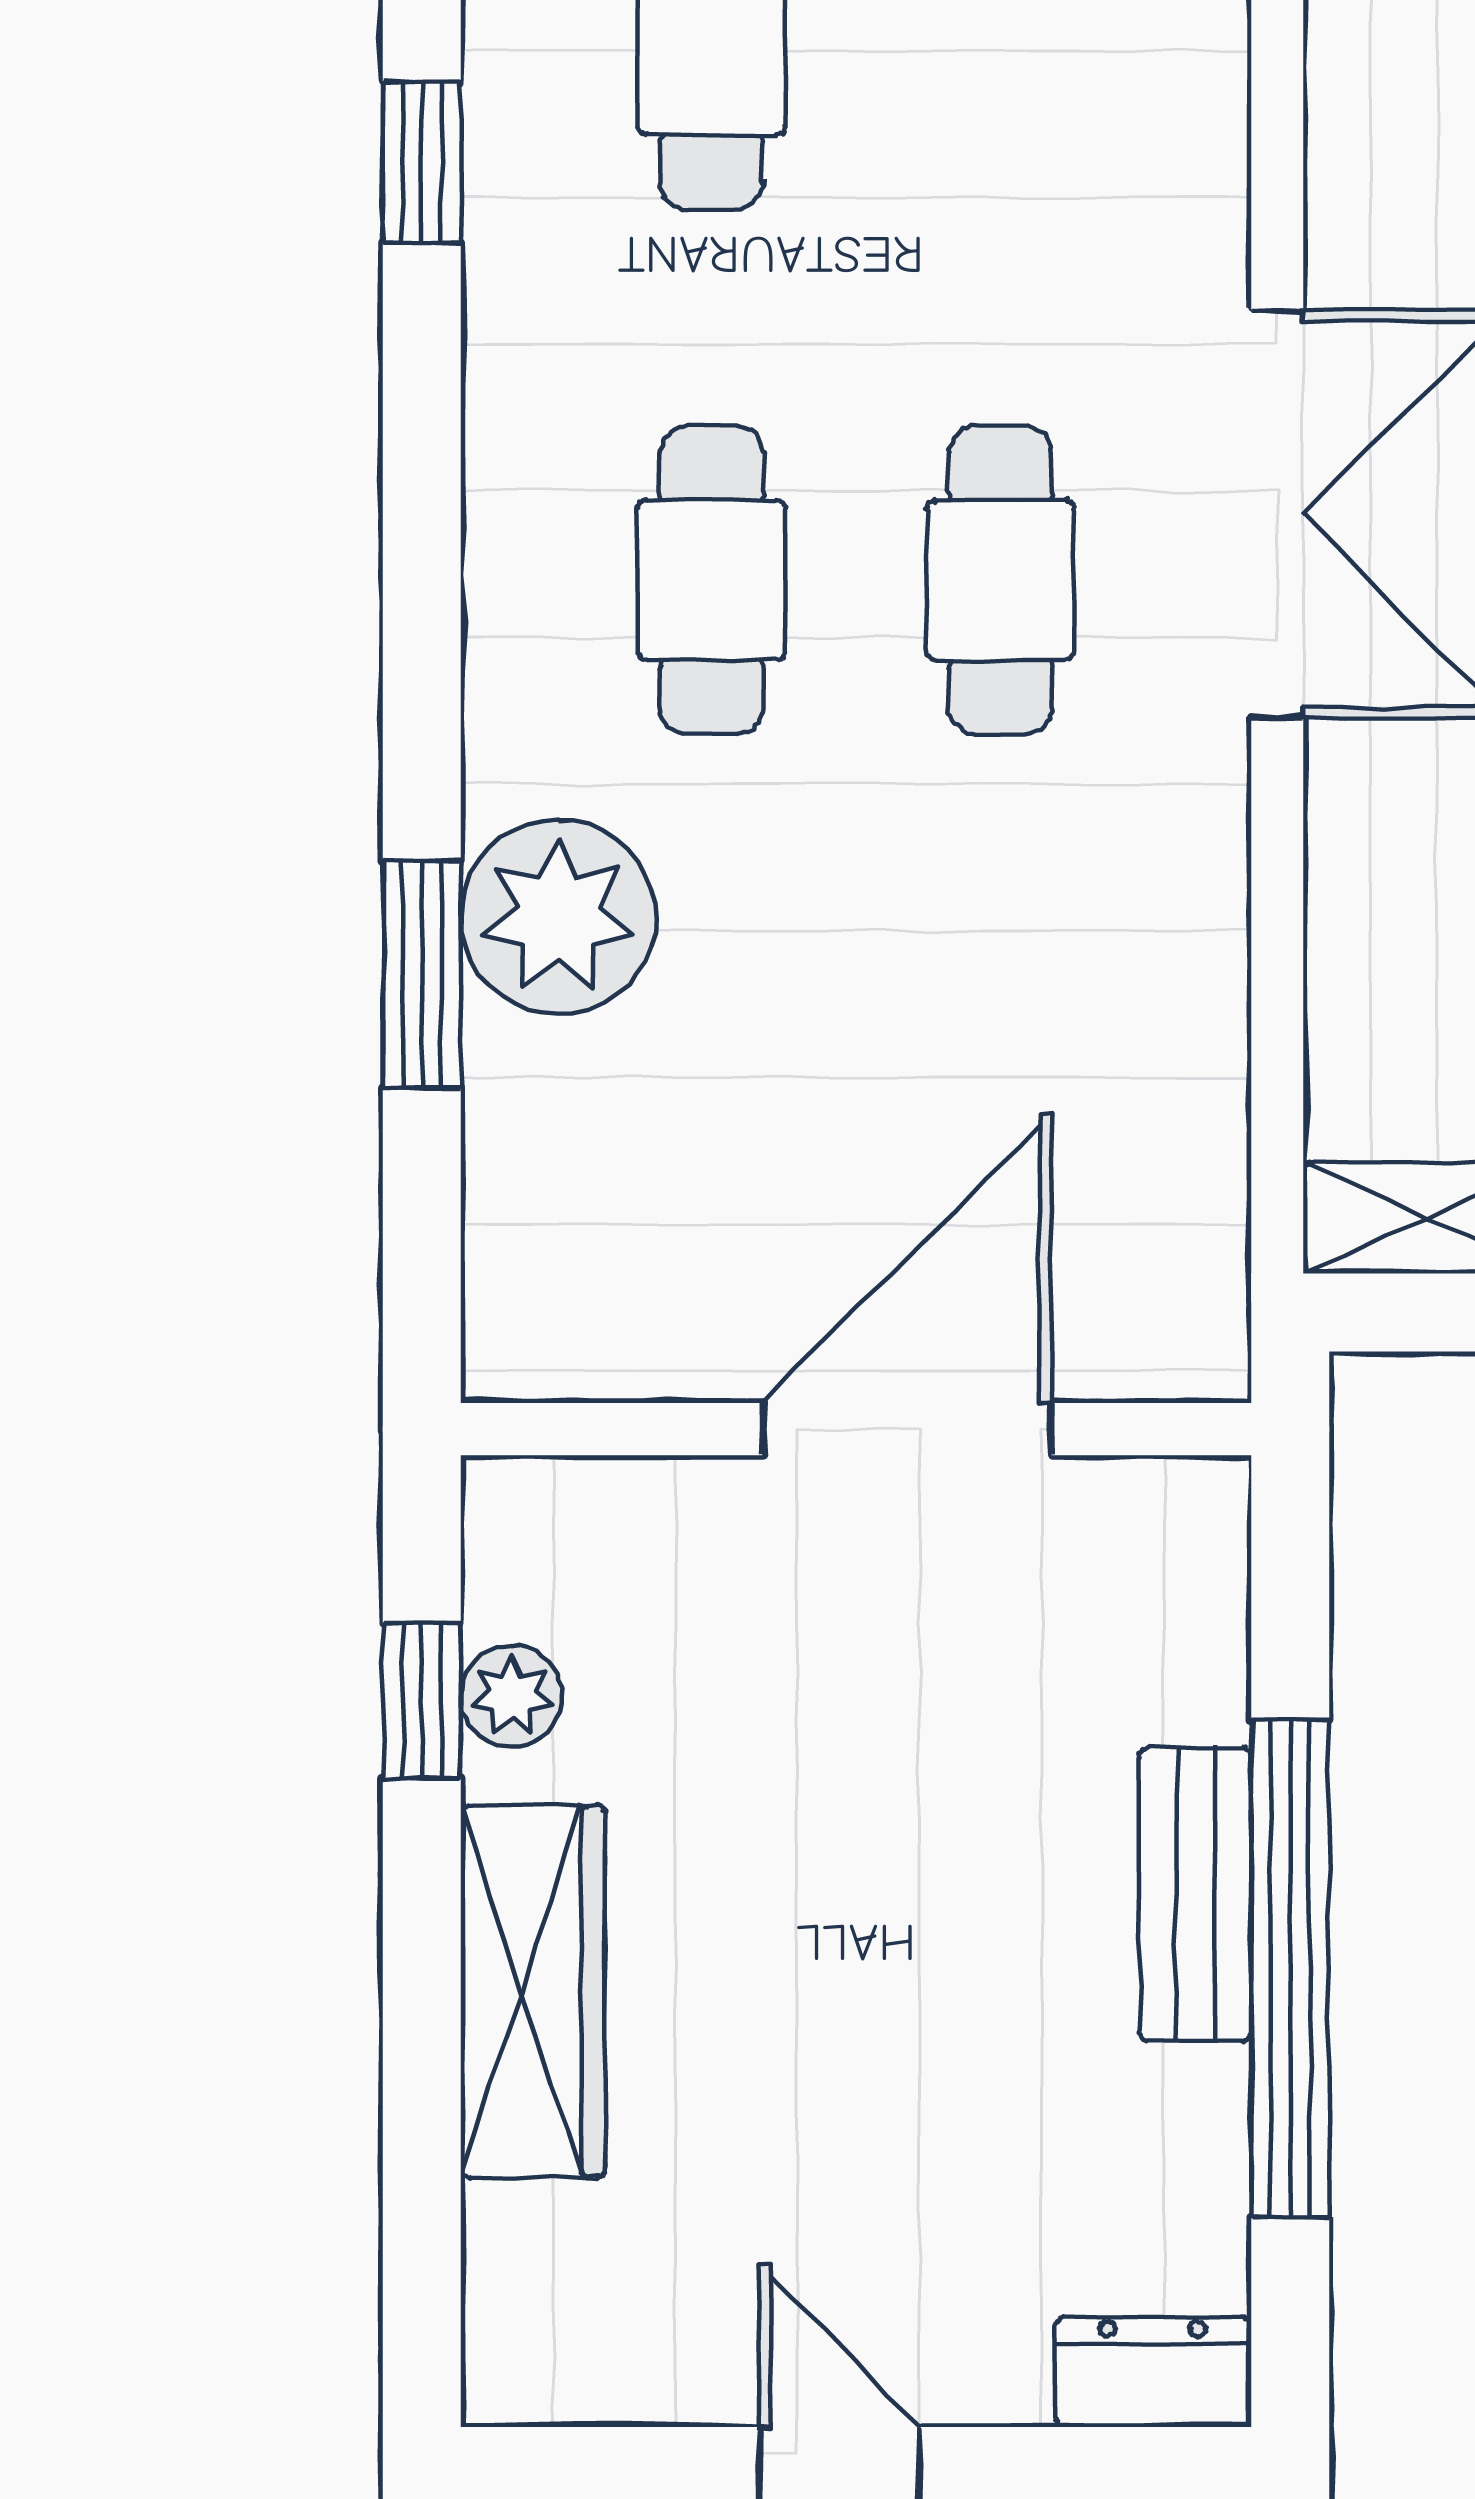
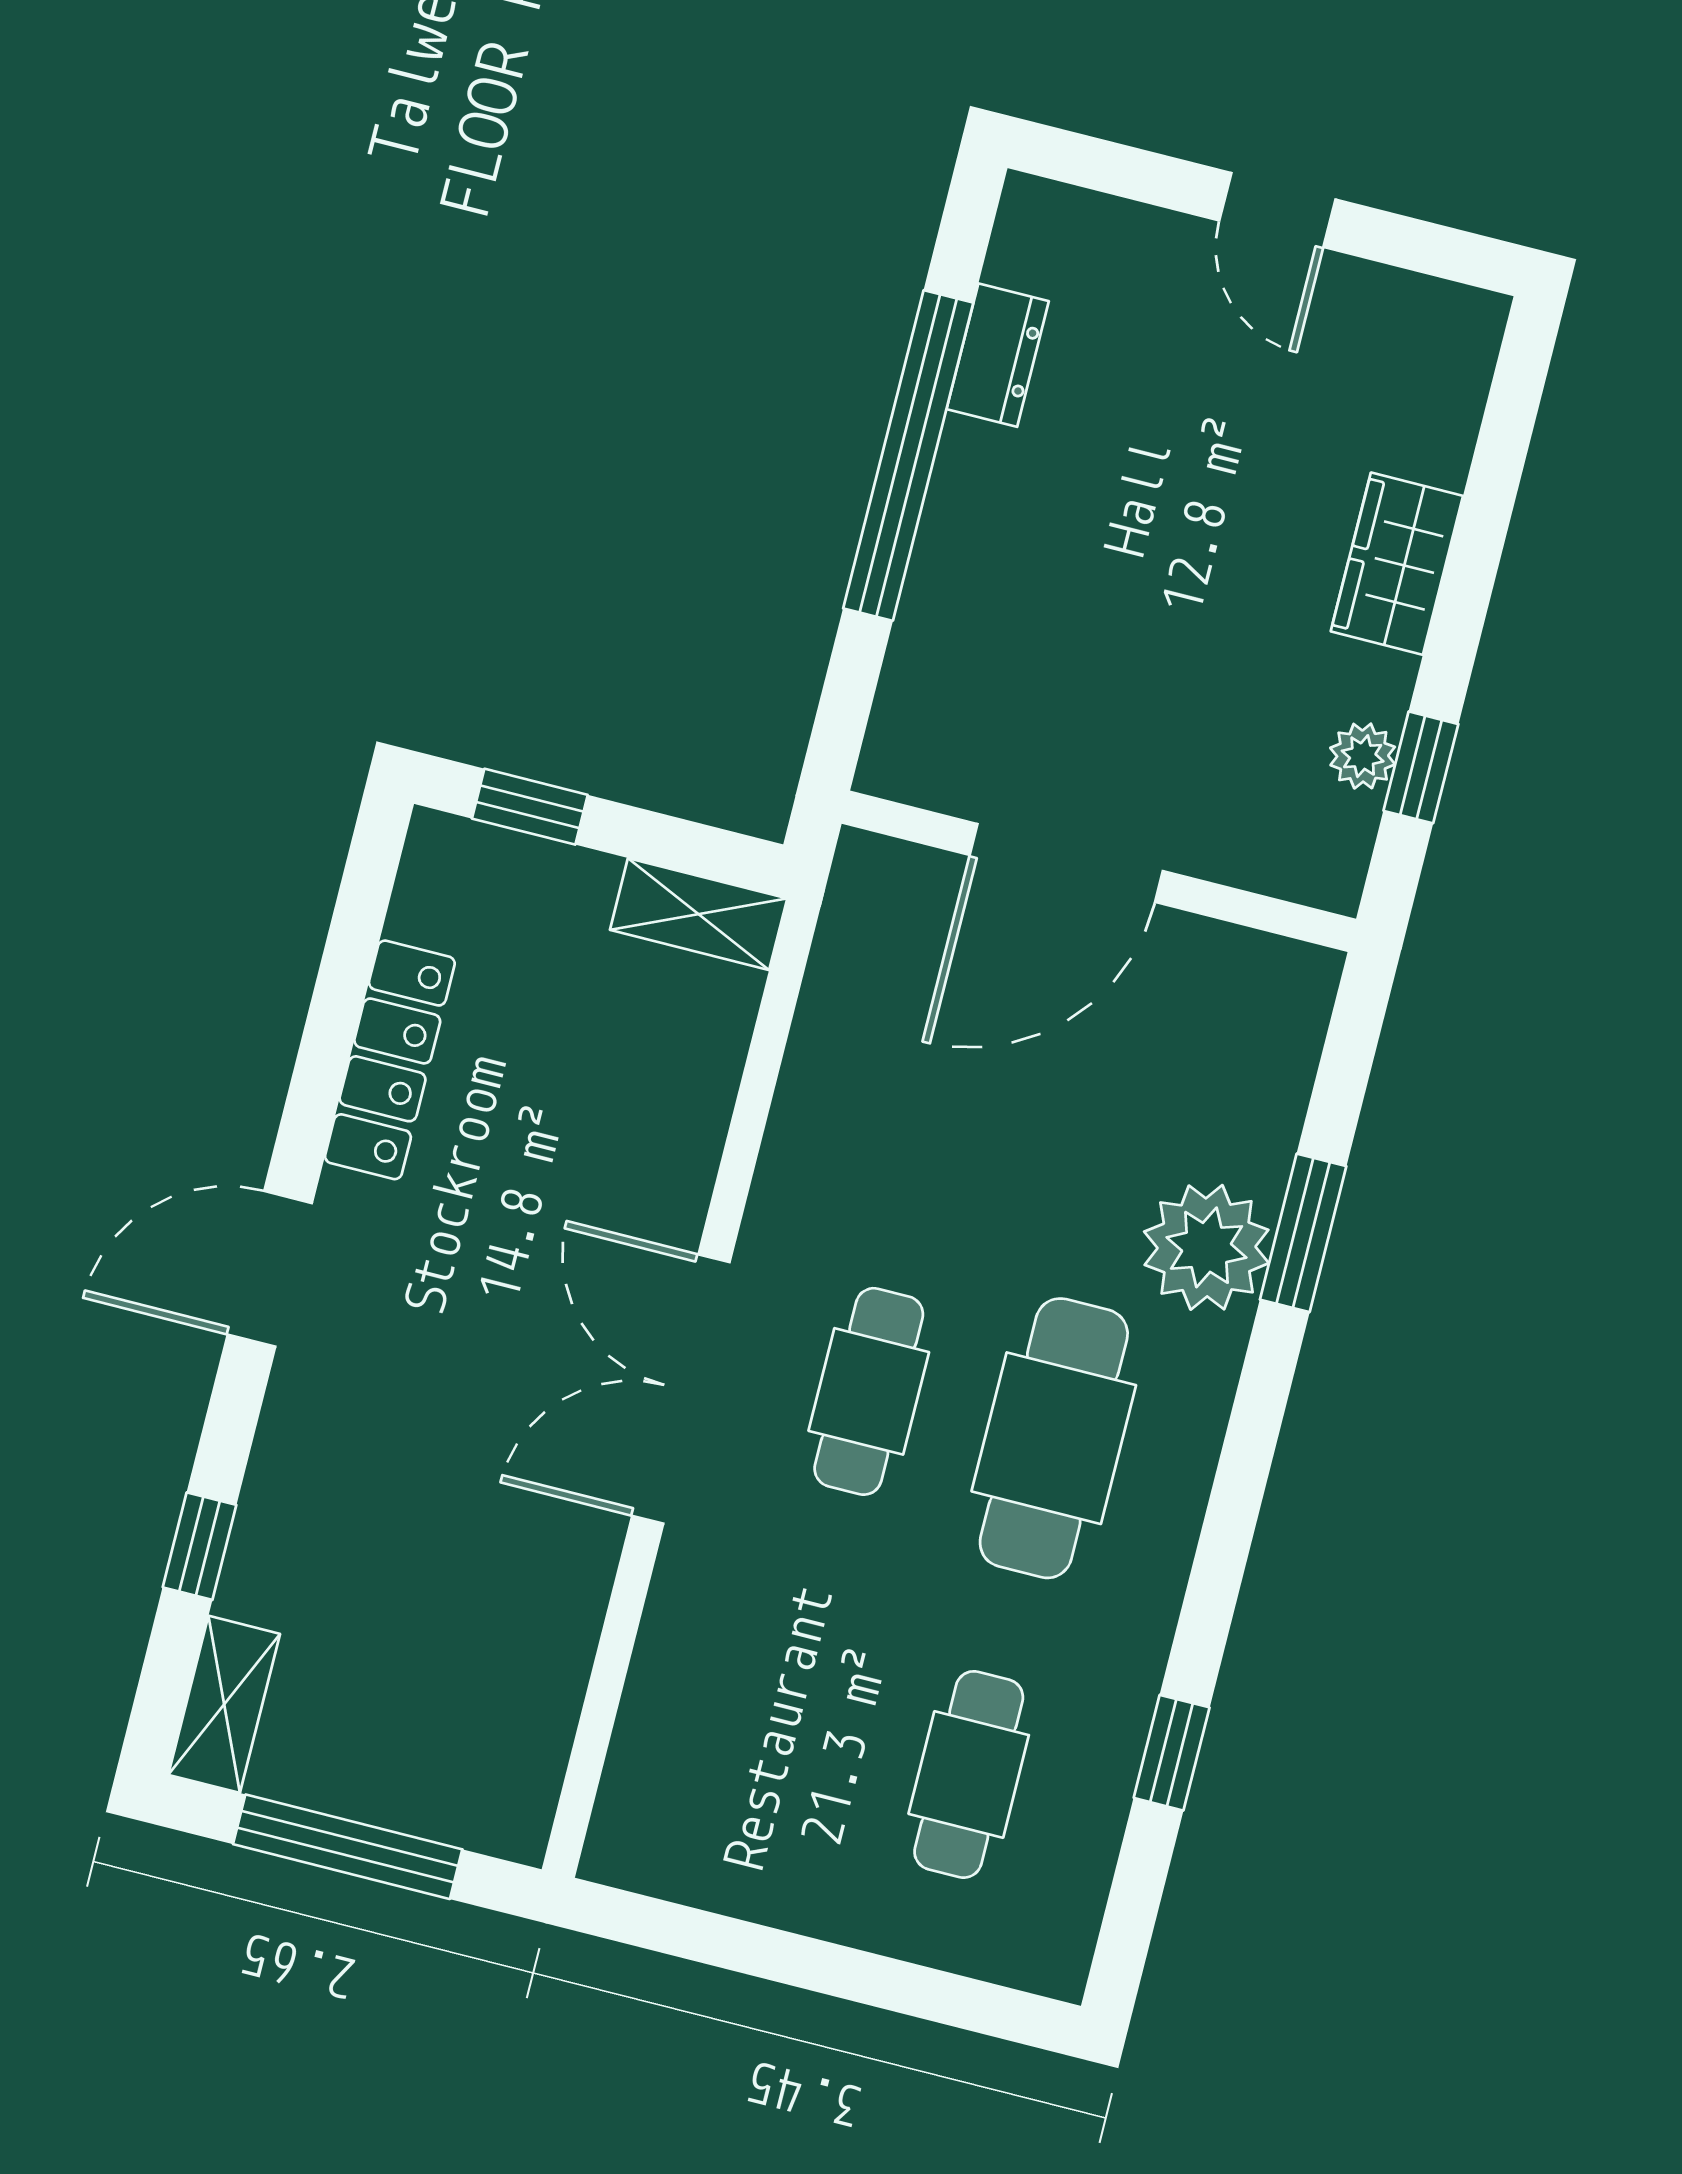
cafe table: (712, 580) -> (1054, 1438), width x1.37, depth x1.35
bench: (1195, 1894) -> (957, 519), removed
wardrobe: (533, 1991) -> (1397, 564), width x0.67
dresser: (1153, 2372) -> (998, 355), moved, turned -90

